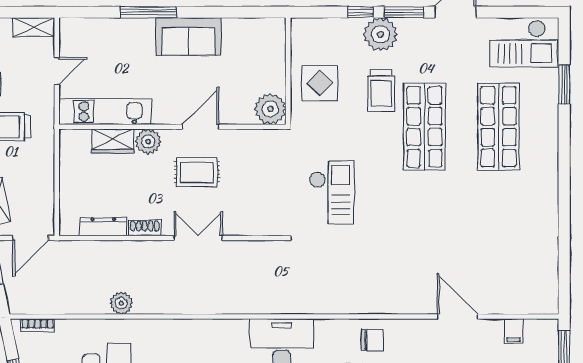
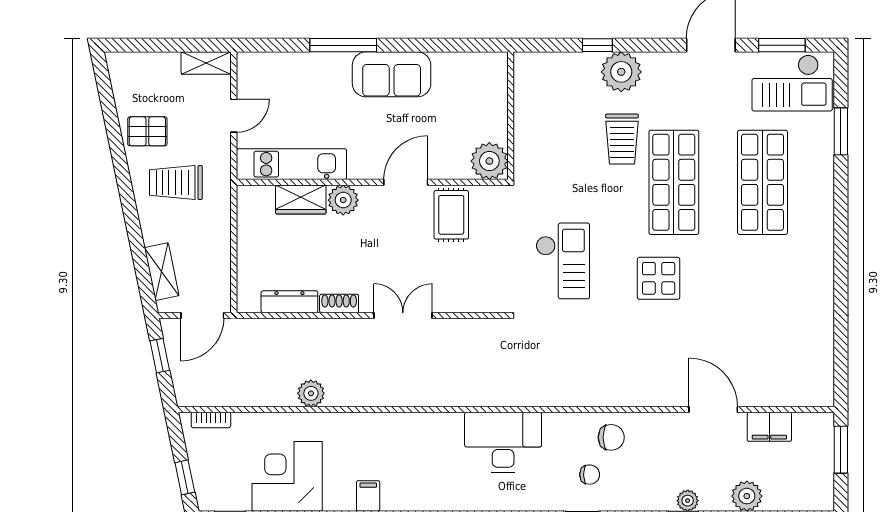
window: (404, 12) -> (782, 45), moved
display table: (320, 83) -> (659, 278), moved
rug: (197, 172) -> (451, 215), moved, turned 90
filing cabinet: (514, 331) -> (769, 427), width x2.00

